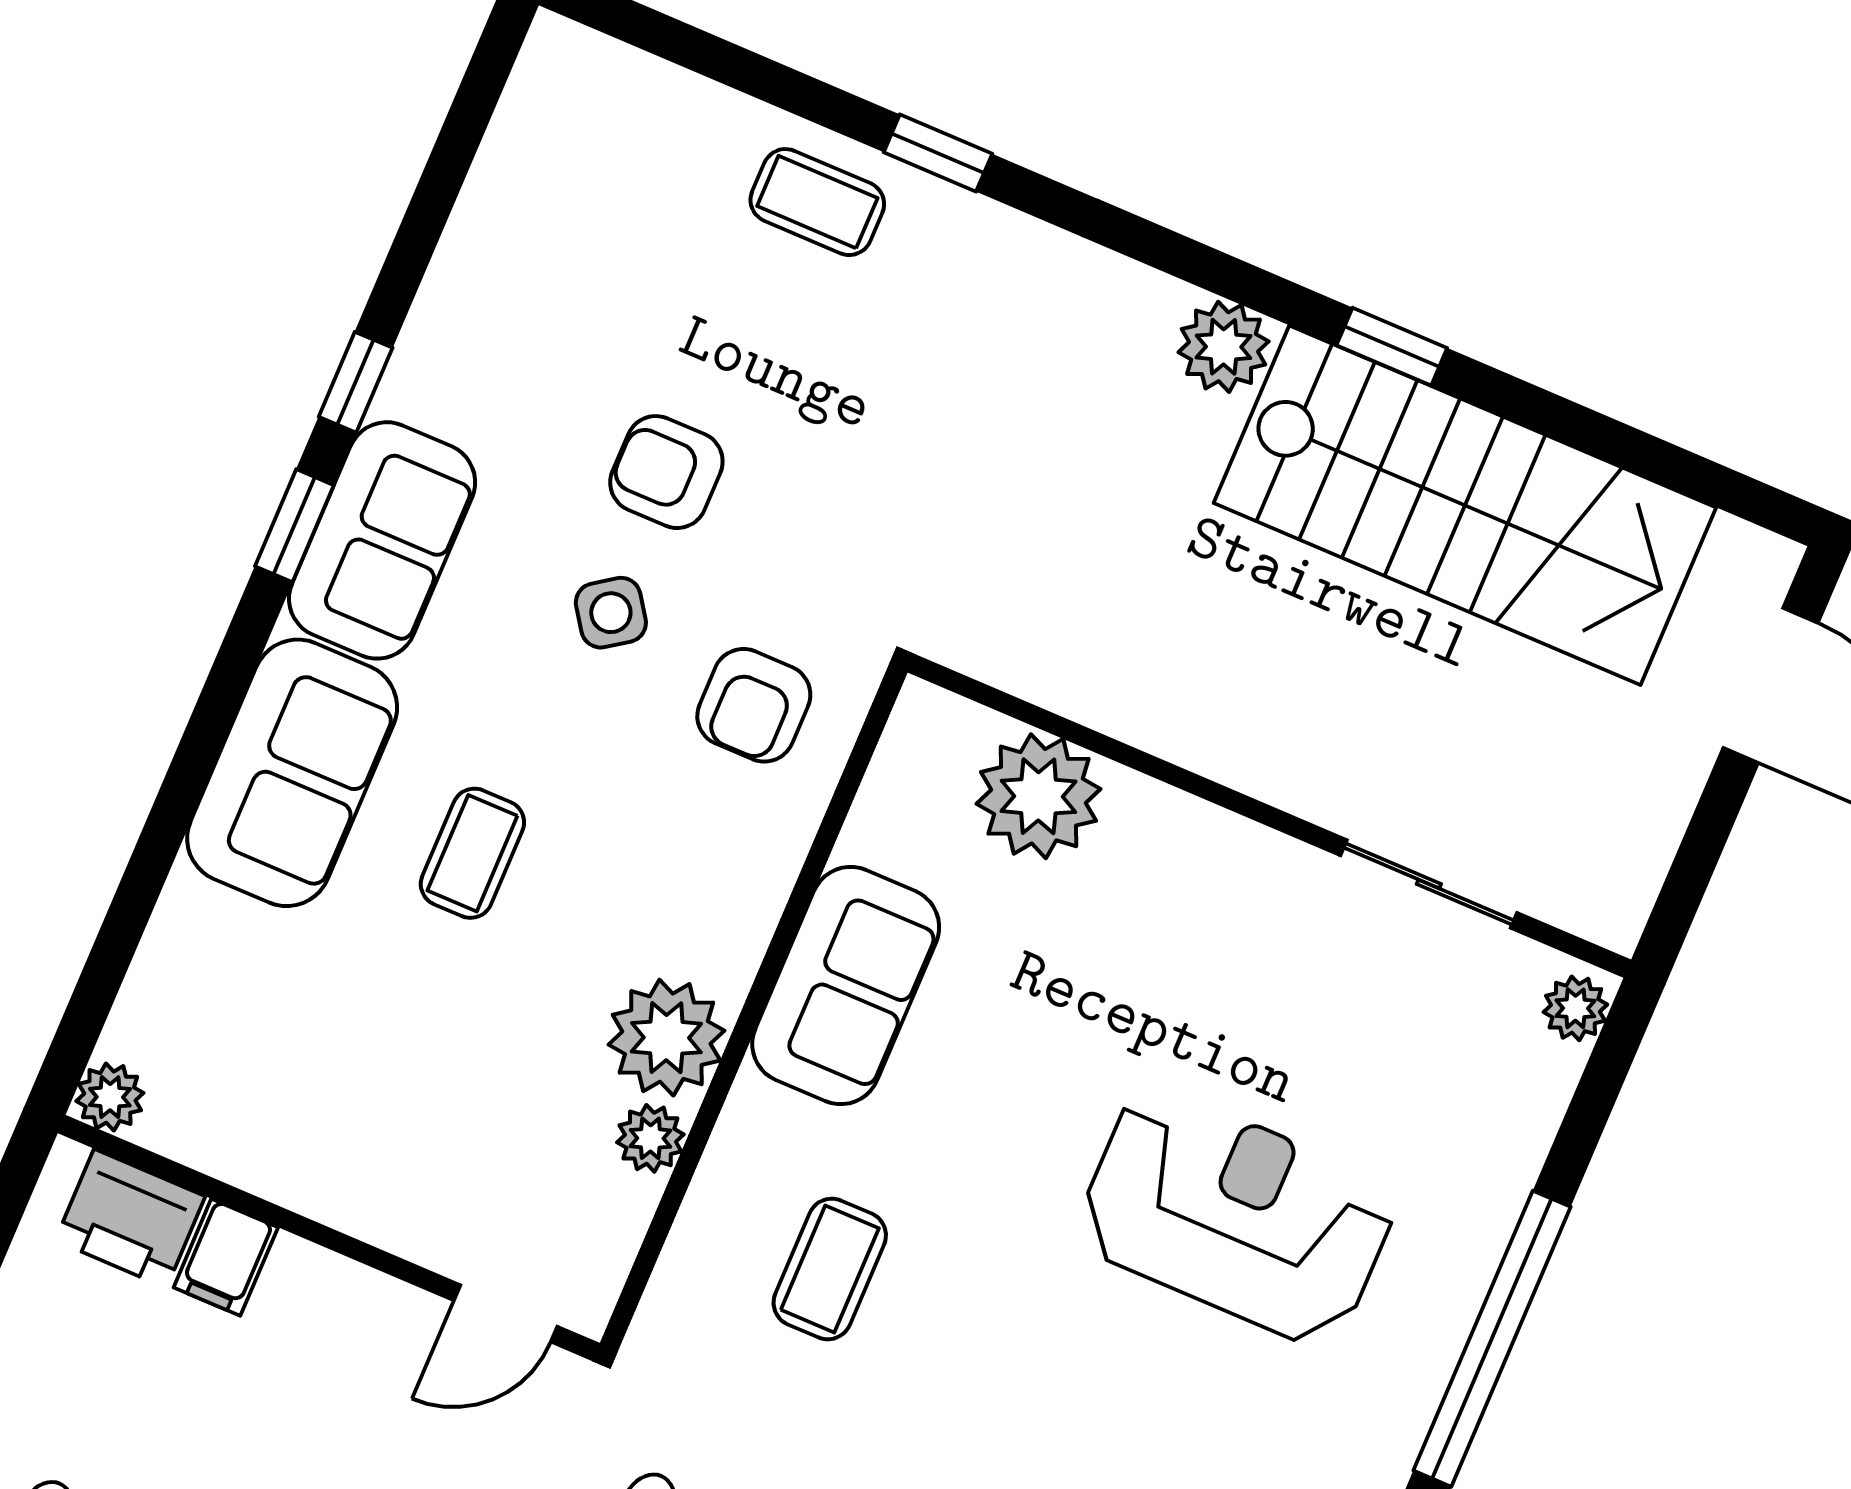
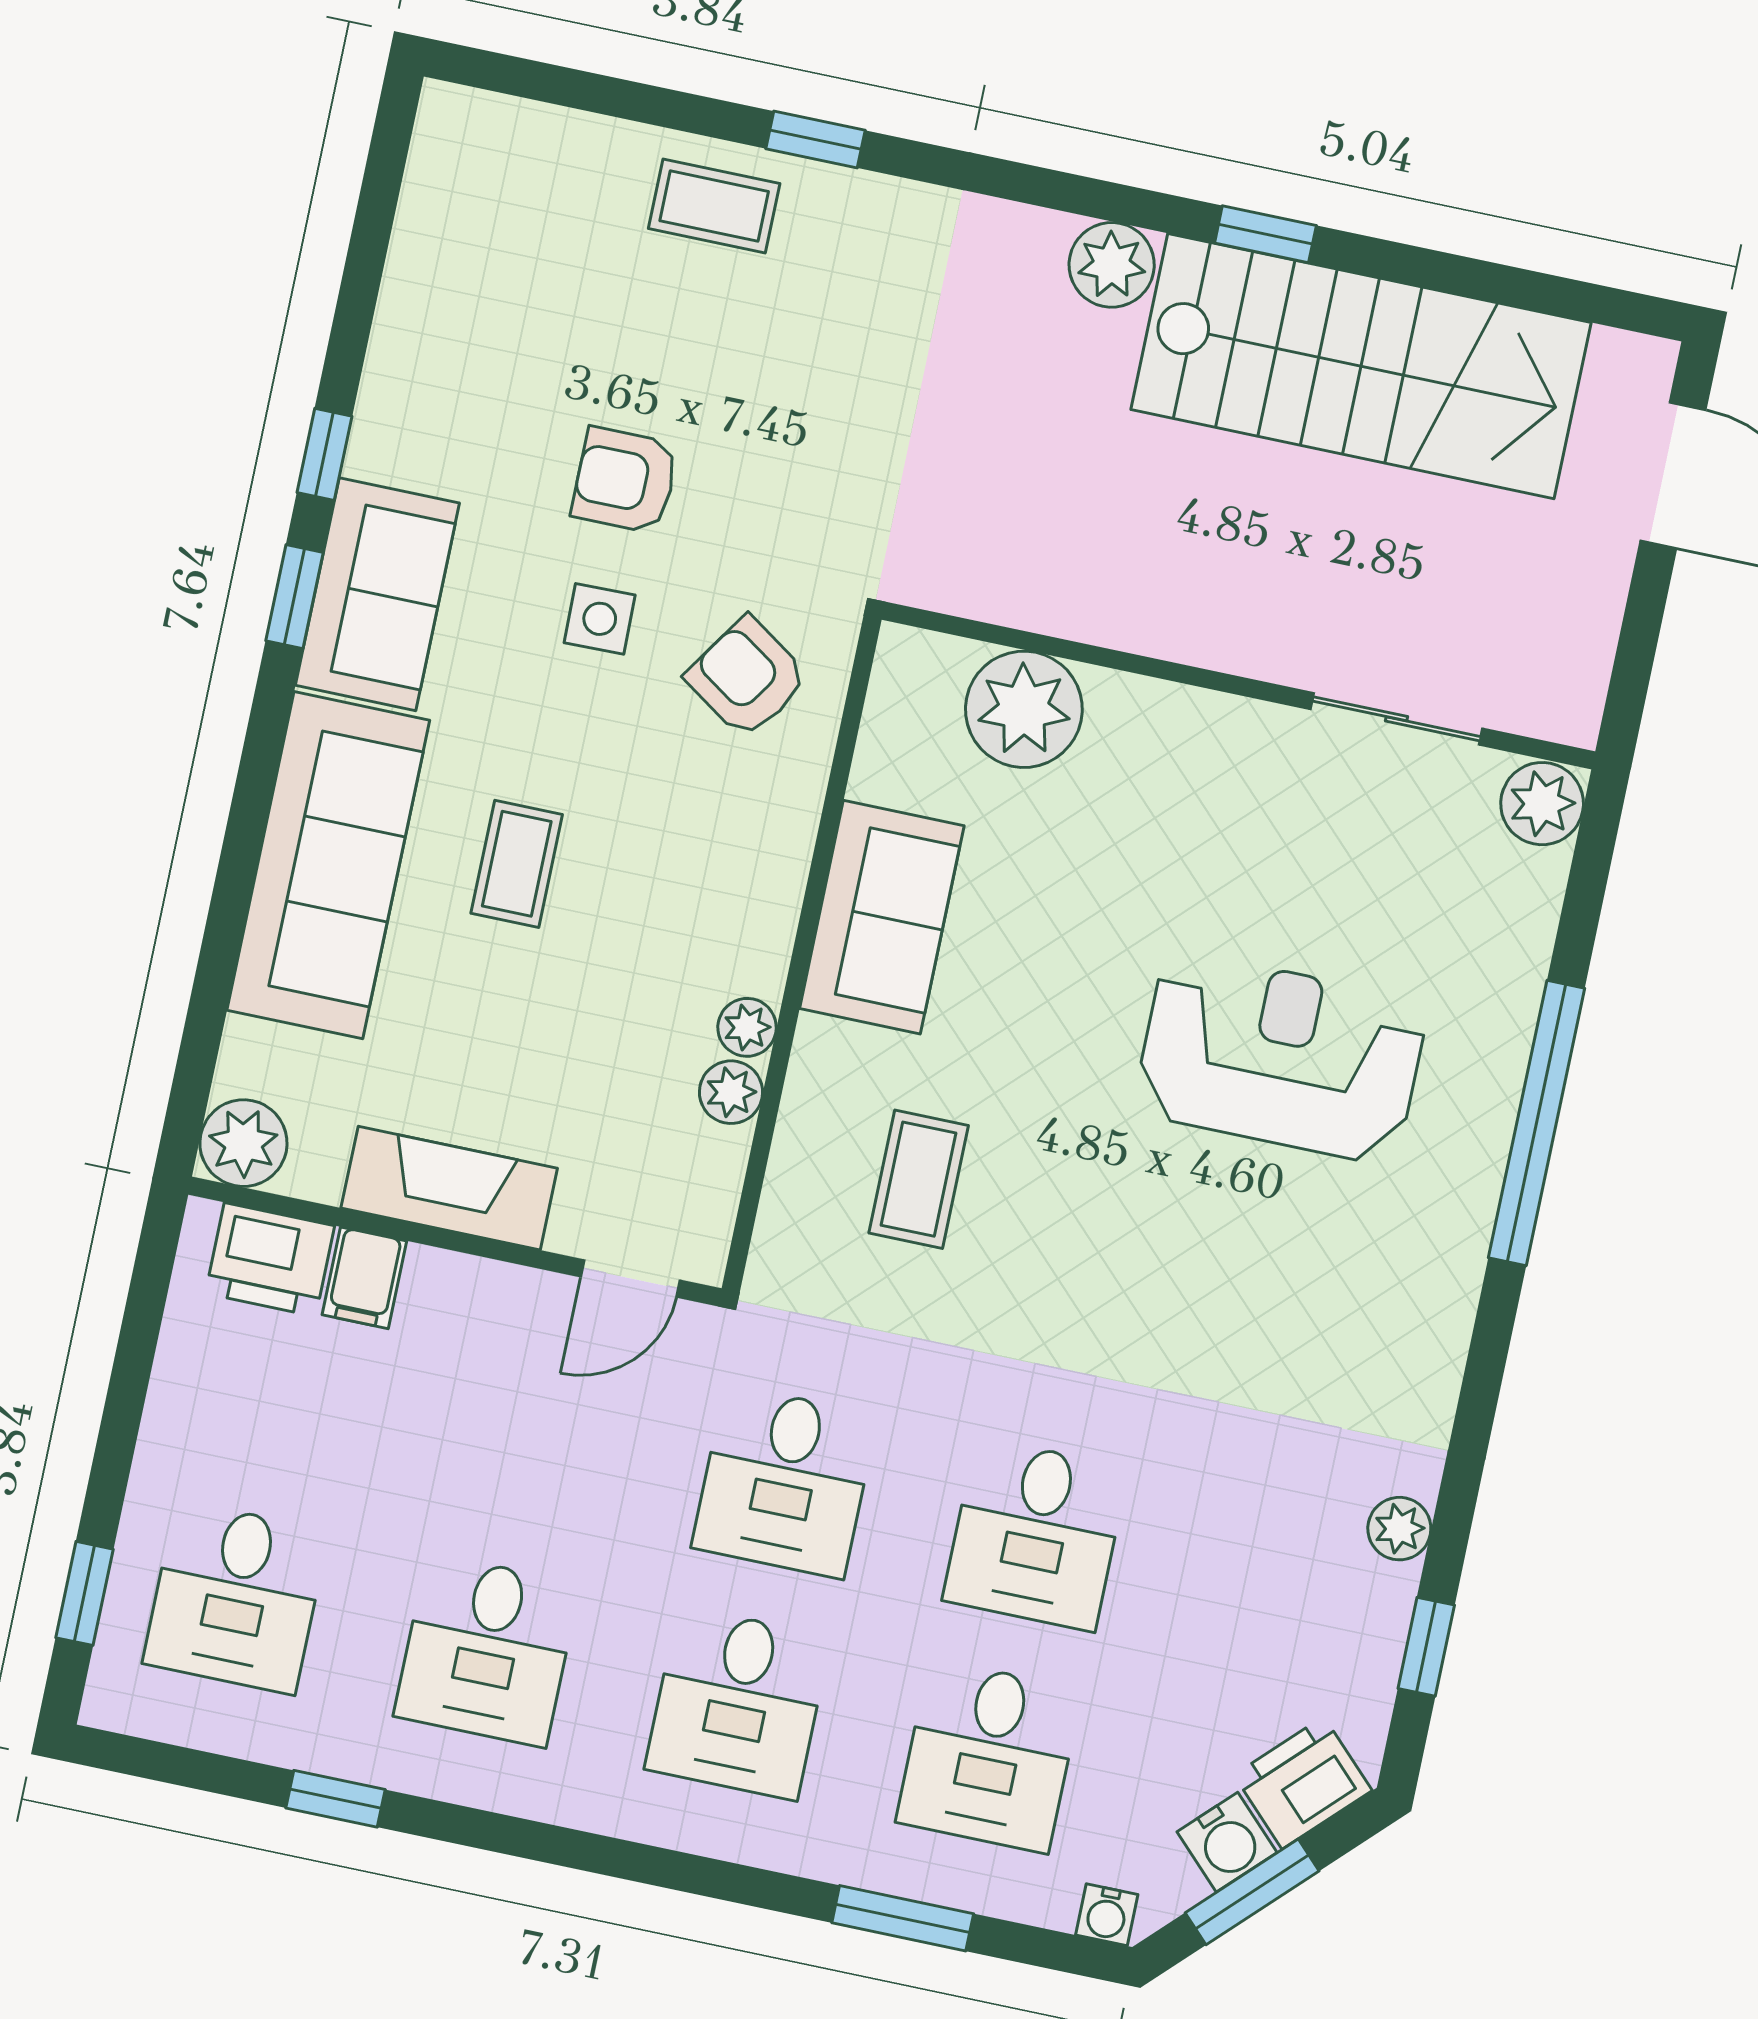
side table: (611, 613) -> (600, 619), turned 34
armchair: (754, 705) -> (747, 678), turned 124
sofa: (292, 773) -> (328, 865), width x1.36
plant: (1575, 1008) -> (1542, 804), width x1.38, depth x1.38
plant: (666, 1038) -> (747, 1027), width x0.53, depth x0.53
plant: (110, 1097) -> (243, 1143), width x1.38, depth x1.38
fireplace: (334, 1181) -> (449, 1188), added

